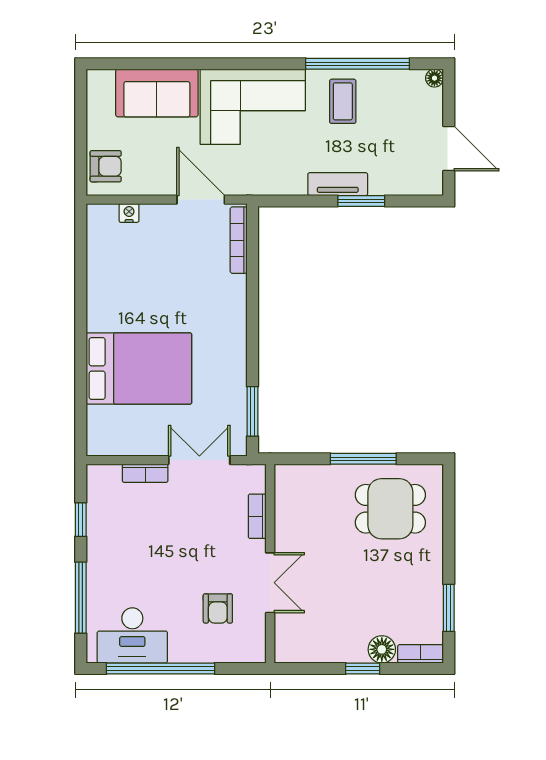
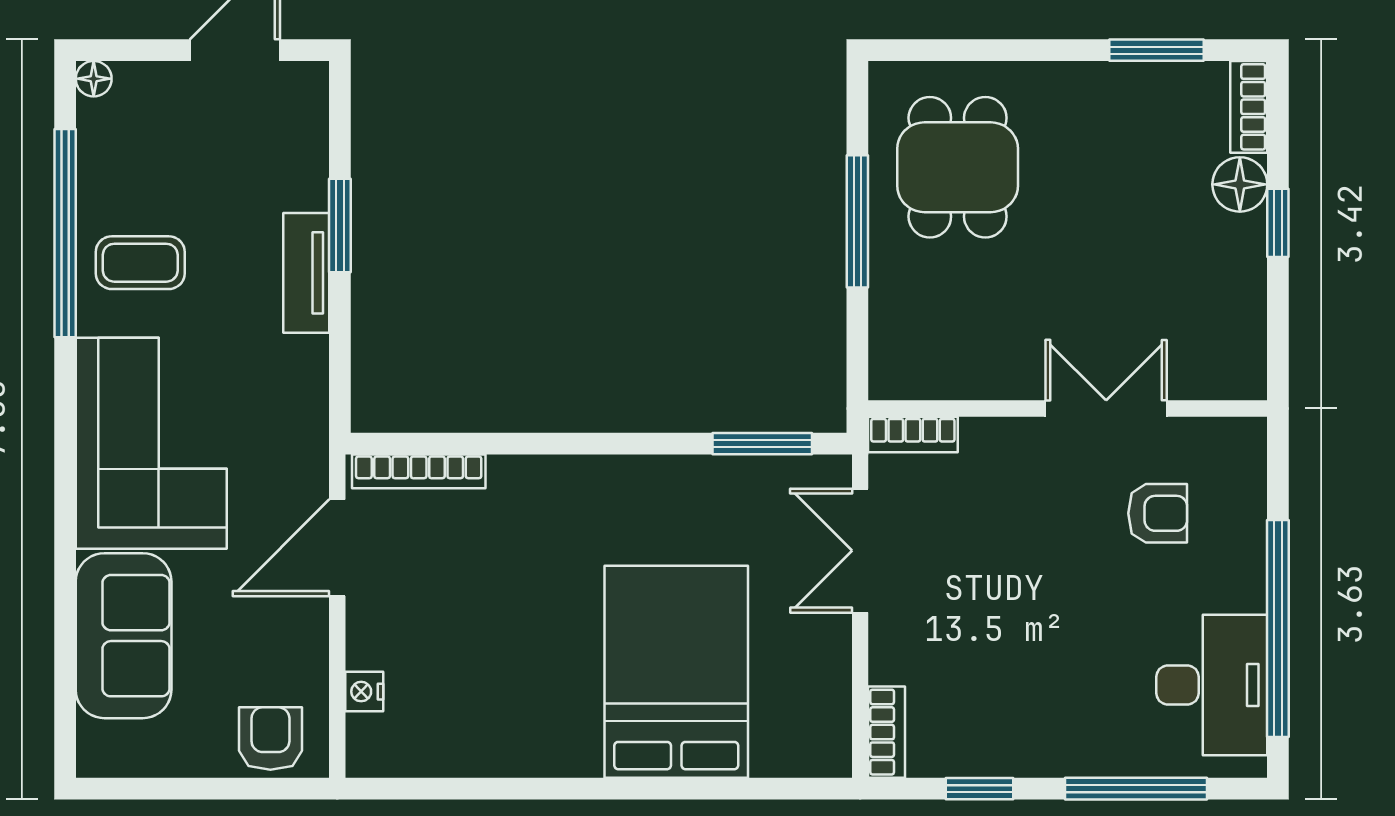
bookcase: (145, 473) -> (887, 732), moved
bookcase: (257, 516) -> (913, 435), moved

